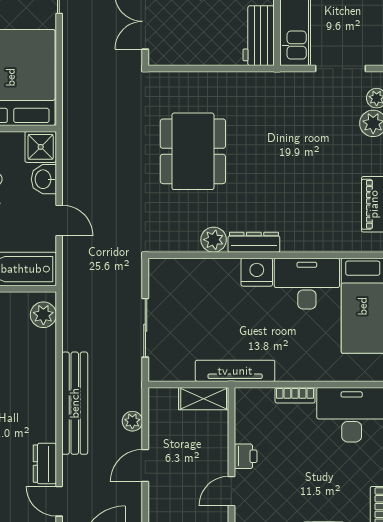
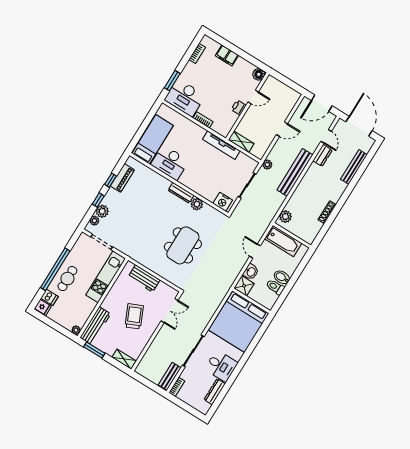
workbench: (259, 36) -> (144, 279), moved, turned 90
nightstand: (257, 272) -> (223, 202), moved
plant: (132, 421) -> (267, 165), moved

